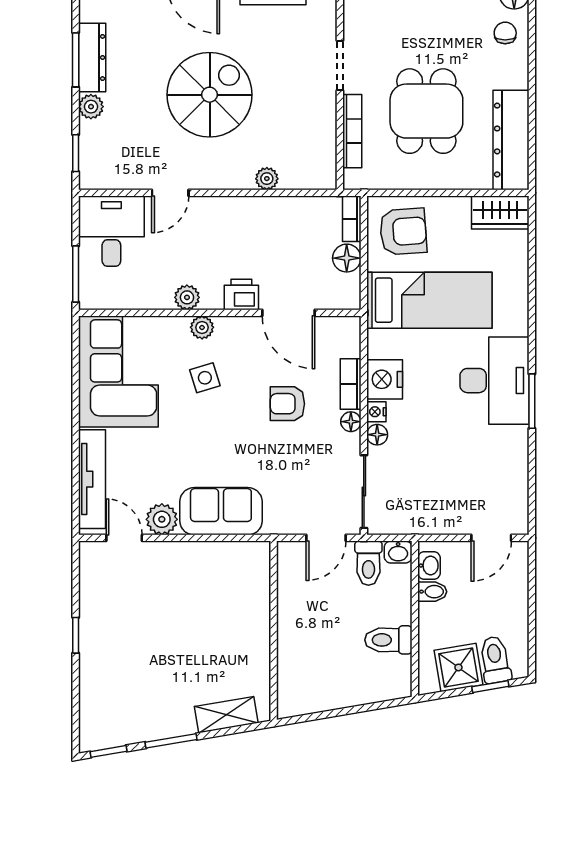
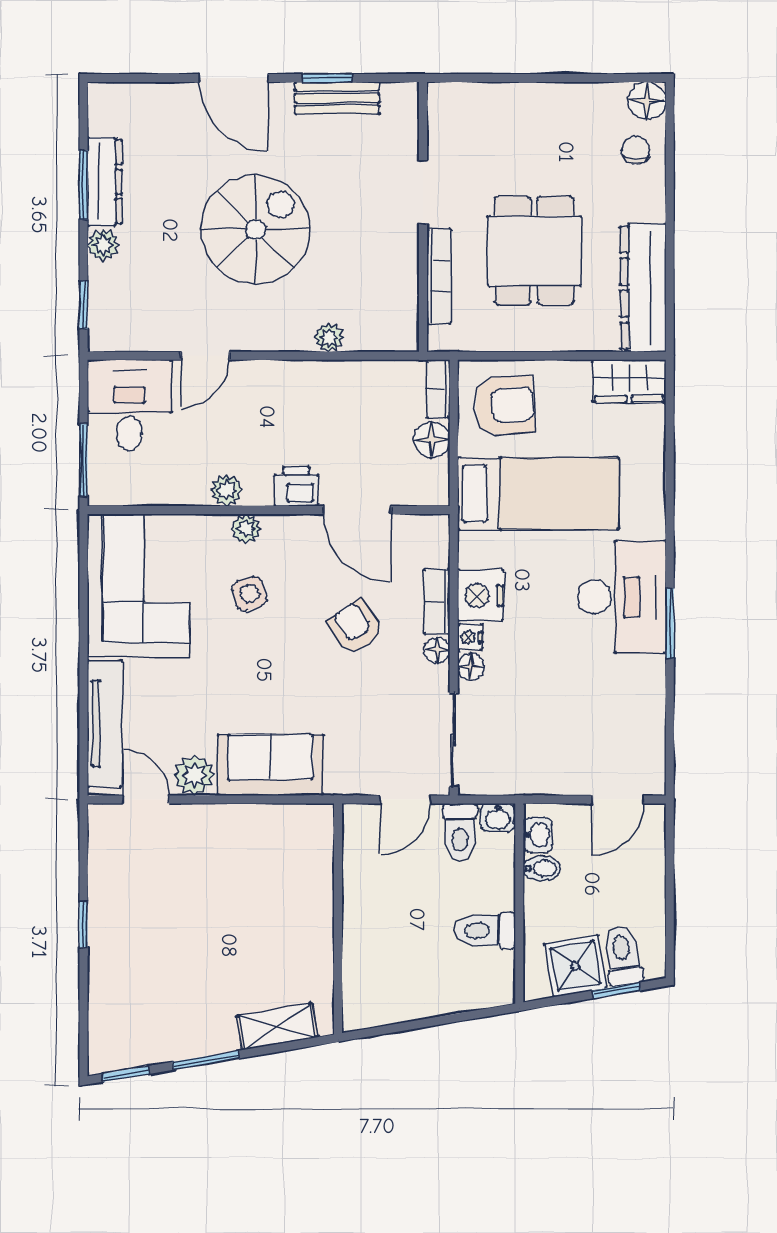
armchair: (287, 404) -> (356, 627), turned 56

